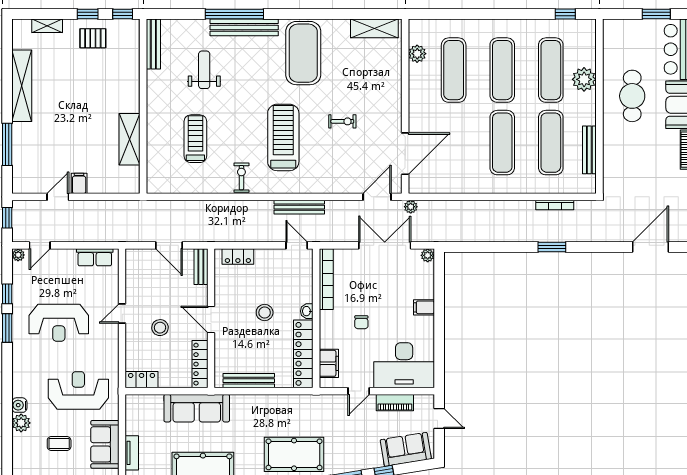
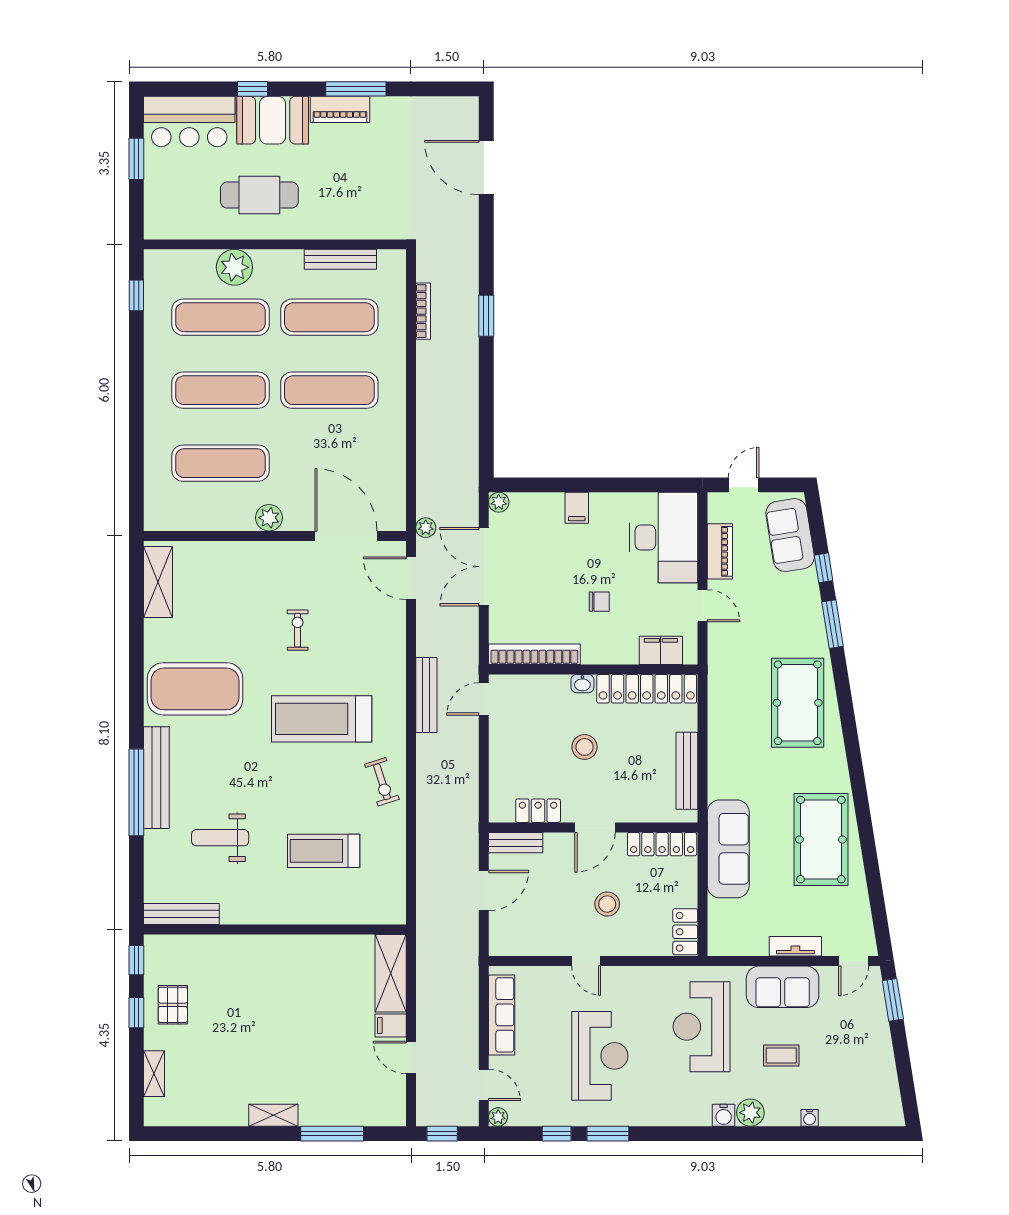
plant: (417, 54) -> (269, 518), moved
shelving: (22, 86) -> (273, 1115), width x0.45, depth x0.75
shelving: (129, 139) -> (391, 973), moved, turned 90
exercise bike: (241, 178) -> (382, 782), turned -108
row of seats: (95, 257) -> (502, 1015), width x1.48
locker: (238, 257) -> (538, 811), moved, turned -90
coffee table: (59, 443) -> (781, 1056), turned 90
water cooler: (18, 462) -> (810, 1118), added

